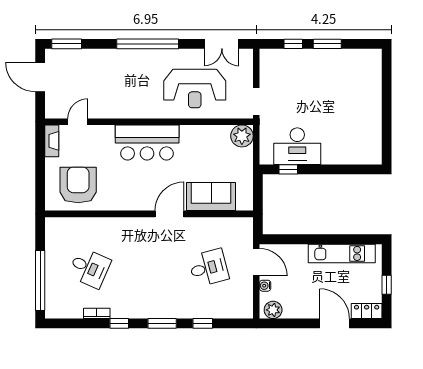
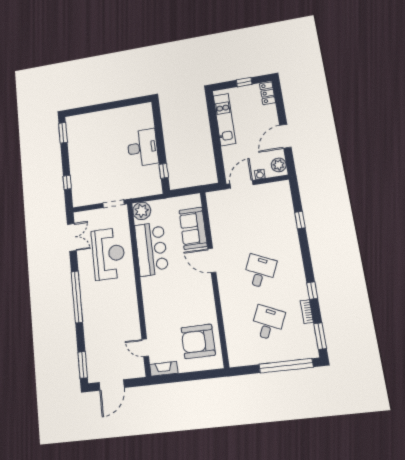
window: (327, 44) -> (63, 133), moved
bar counter: (147, 142) -> (151, 249), moved
desk: (297, 146) -> (143, 148), moved
desk: (209, 268) -> (260, 271), moved, turned 39
window: (162, 323) -> (320, 336), moved
door: (335, 323) -> (285, 136), moved

